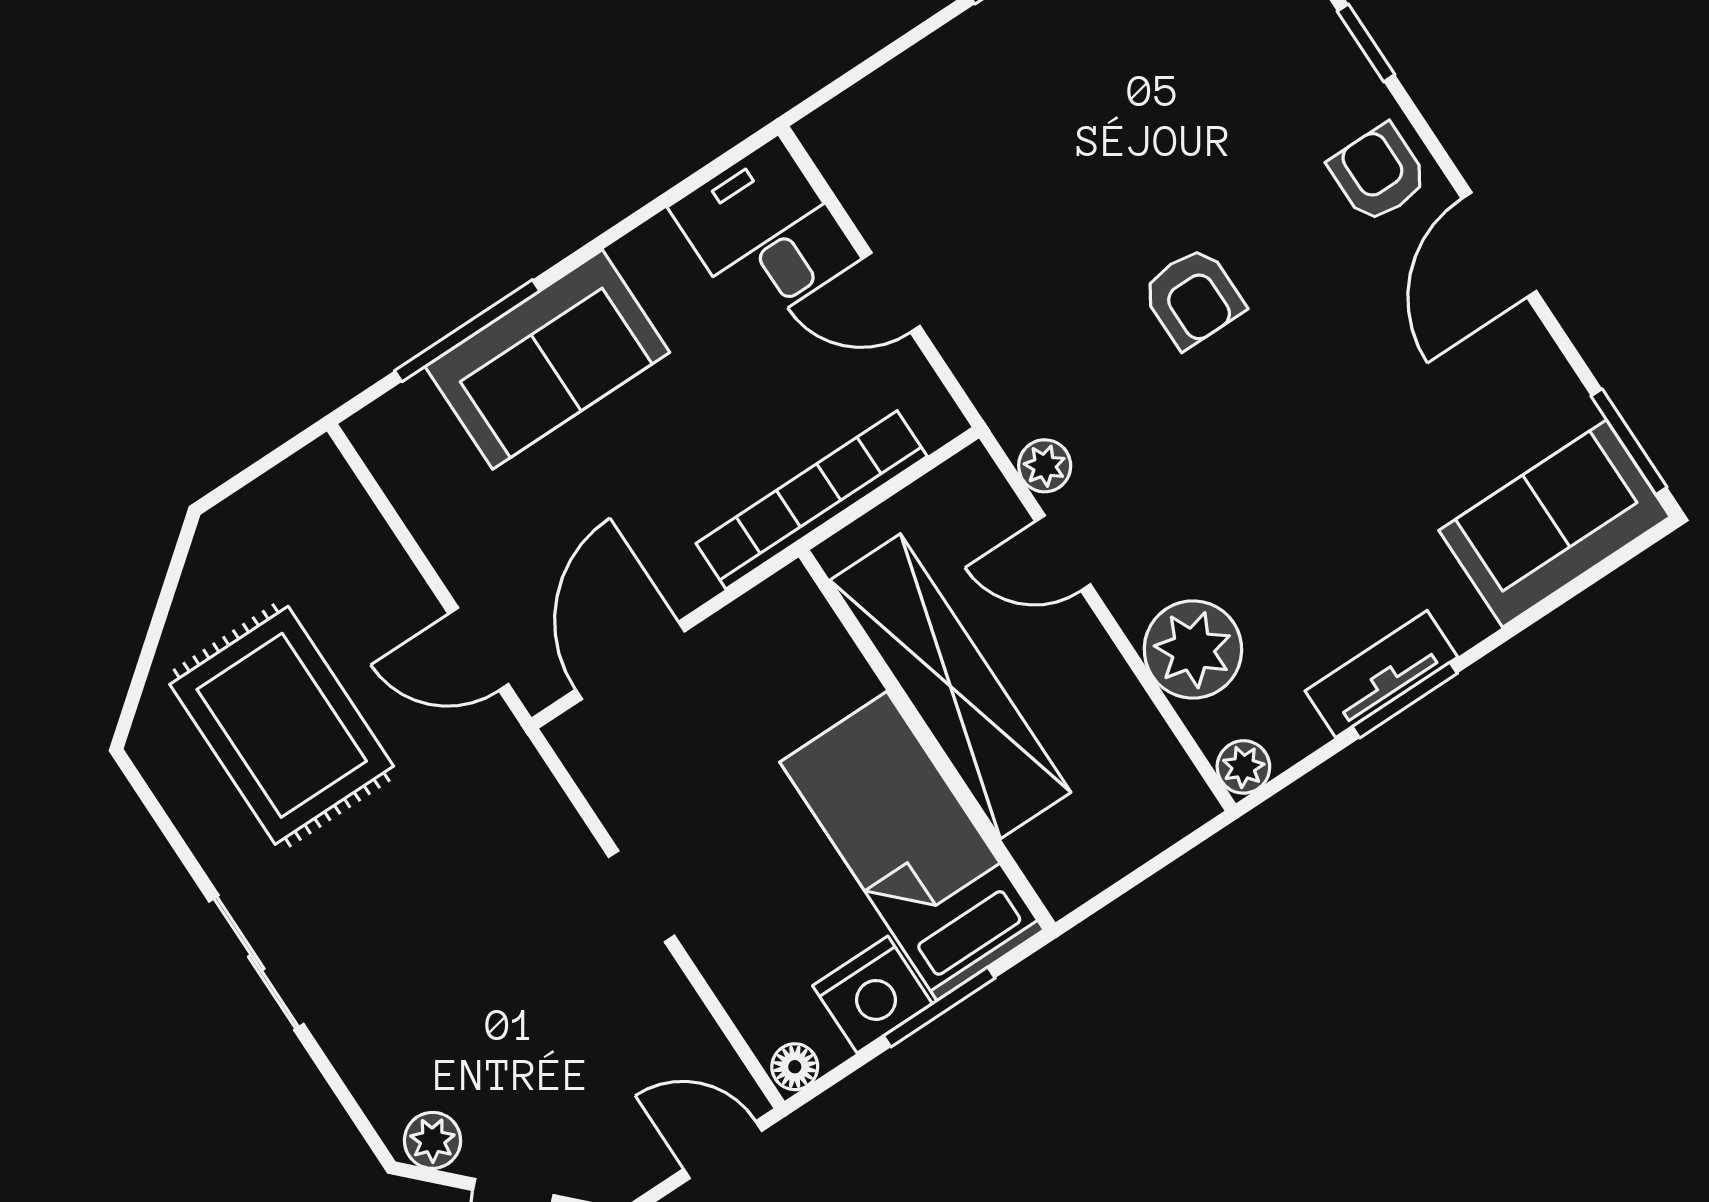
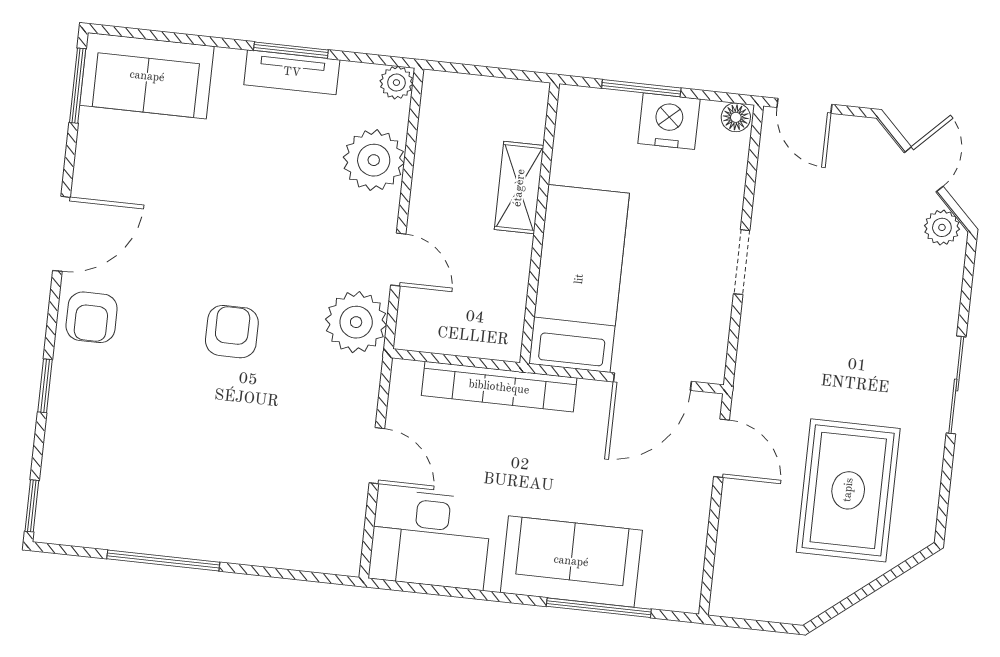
desk: (762, 230) -> (430, 539), width x1.37
plant: (1045, 466) -> (356, 322), width x1.88, depth x1.88
shelving: (950, 686) -> (519, 188), width x0.45, depth x0.75
bed: (912, 846) -> (579, 279), moved, turned 180

